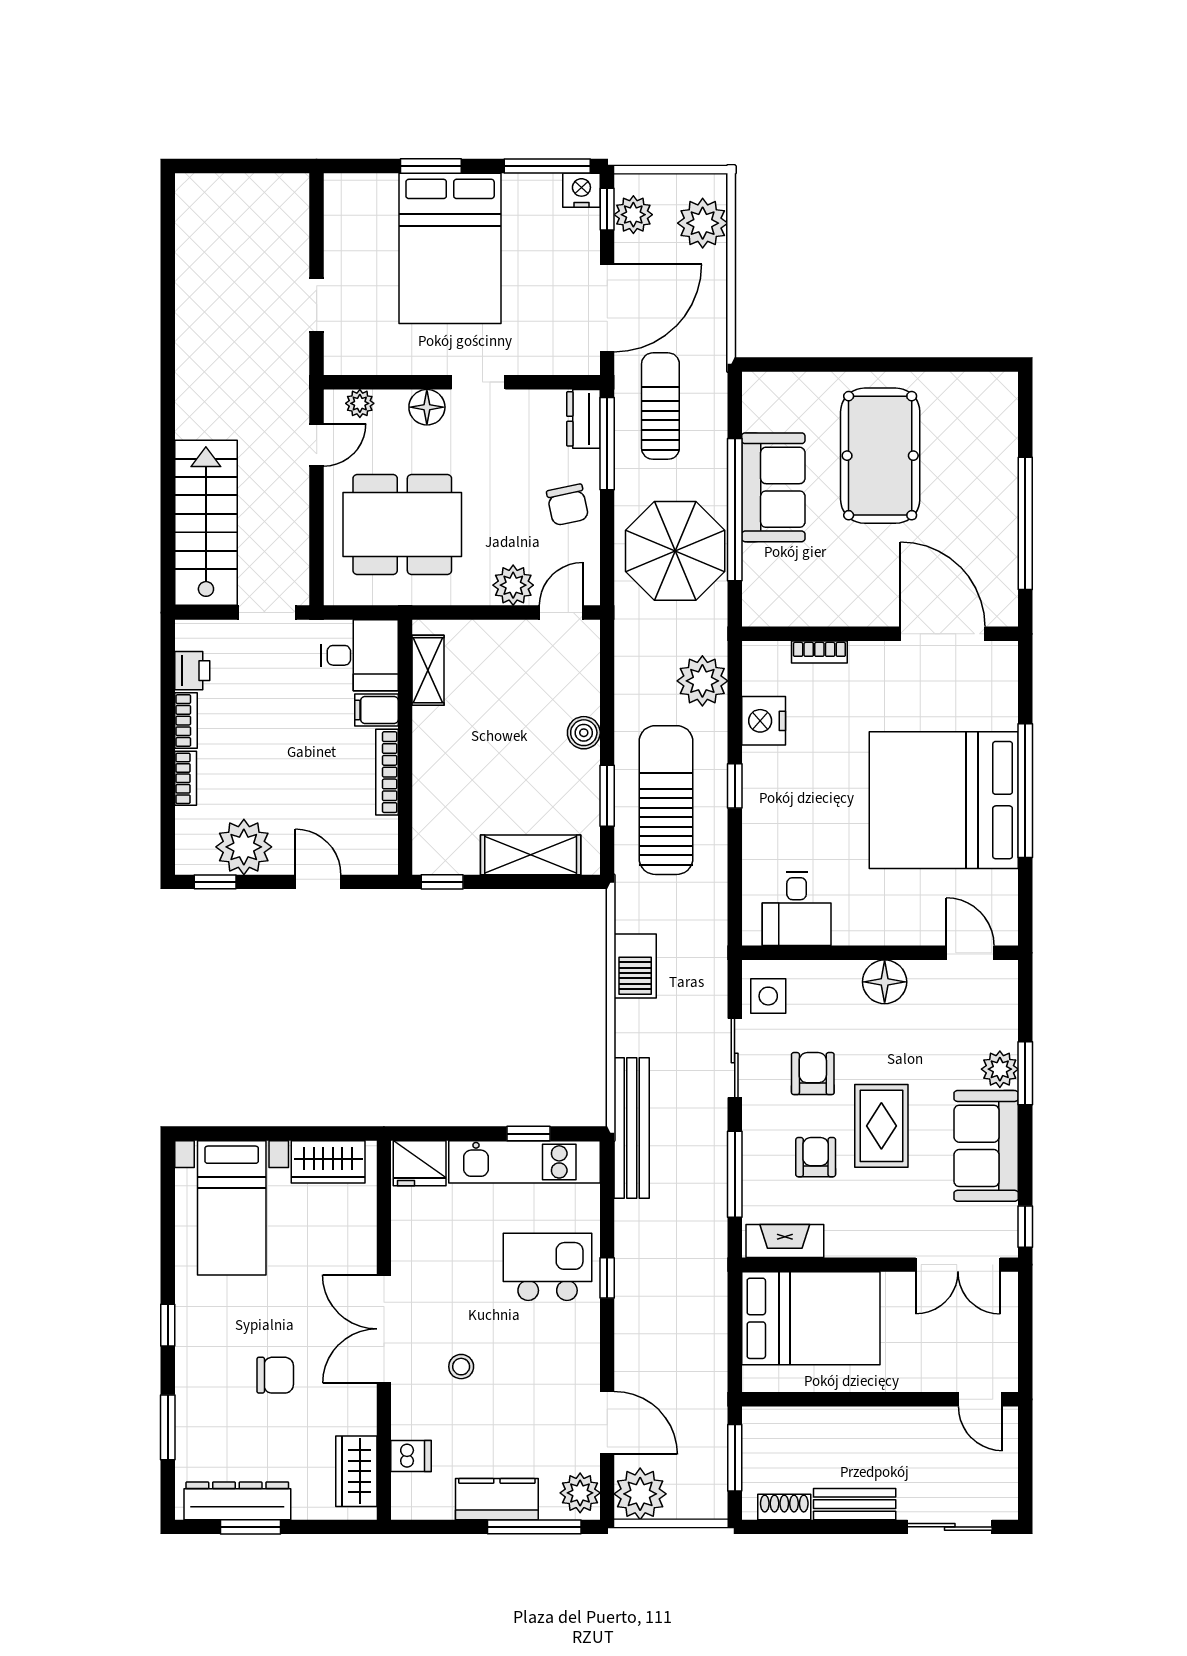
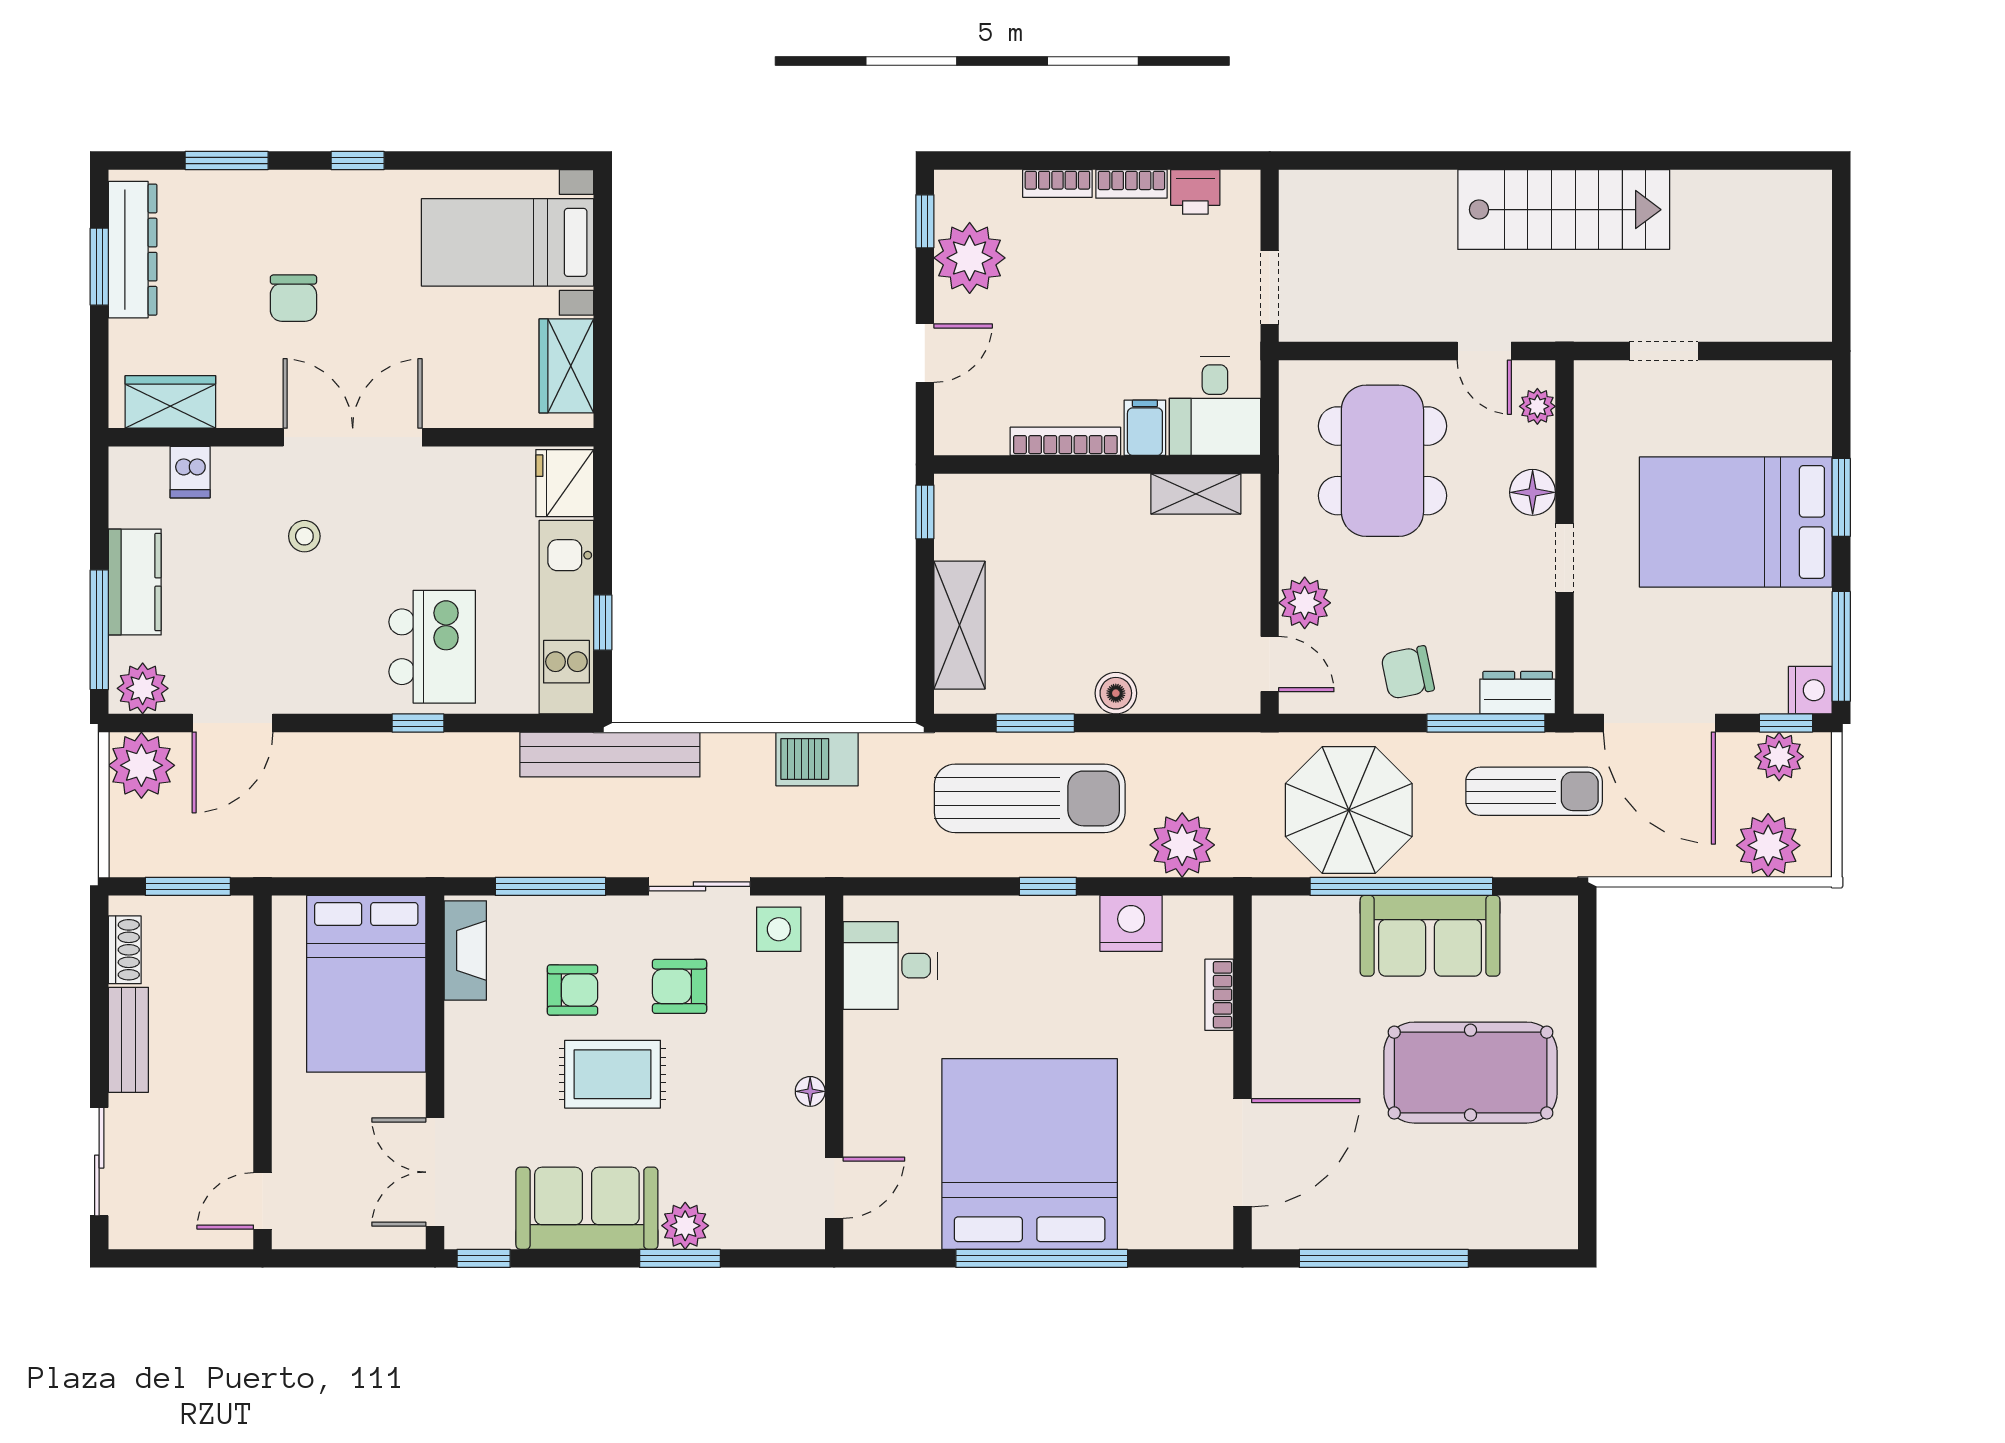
stairs: (206, 523) -> (1564, 210), moved
floor lamp: (885, 982) -> (810, 1091), width x0.53, depth x0.53
armchair: (813, 1074) -> (680, 986), turned 180

